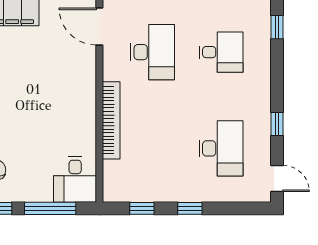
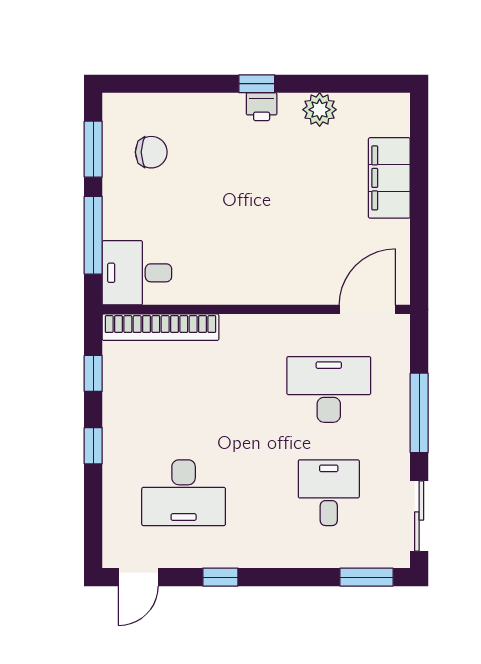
window: (277, 27) -> (366, 577), width x1.50
desk: (152, 52) -> (329, 389), turned 180
desk: (221, 52) -> (329, 493), turned 180
bookcase: (111, 120) -> (160, 327), moved

